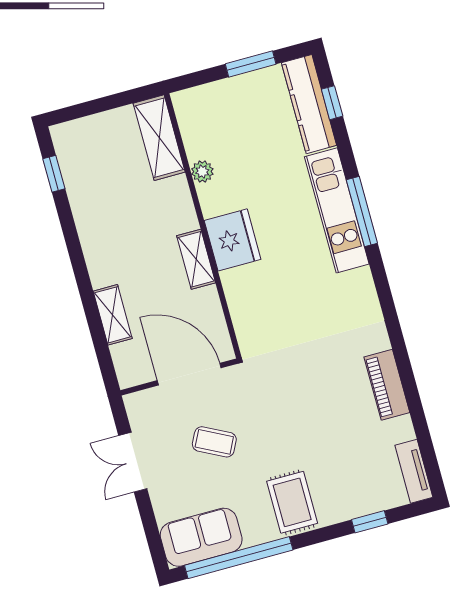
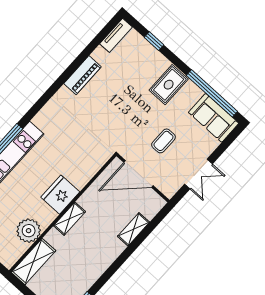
plant: (202, 172) -> (29, 231), width x1.87, depth x1.87
shelving: (196, 259) -> (70, 219), moved
door: (189, 374) -> (139, 174), hinge flipped
coffee table: (214, 442) -> (163, 141), turned 63

